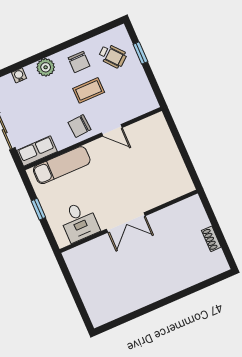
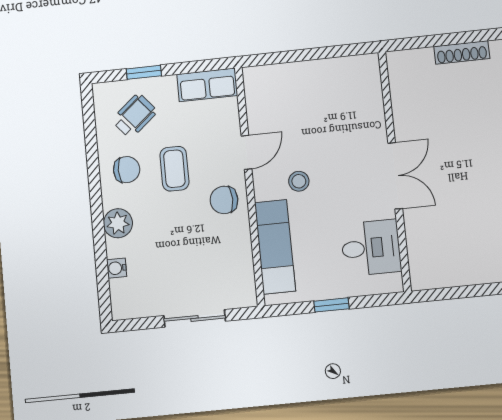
chair: (80, 126) -> (224, 200), turned 94
row of seats: (37, 151) -> (207, 85), moved, turned -90
stool: (105, 167) -> (299, 181), added
shoe rack: (211, 239) -> (462, 52), width x1.43

